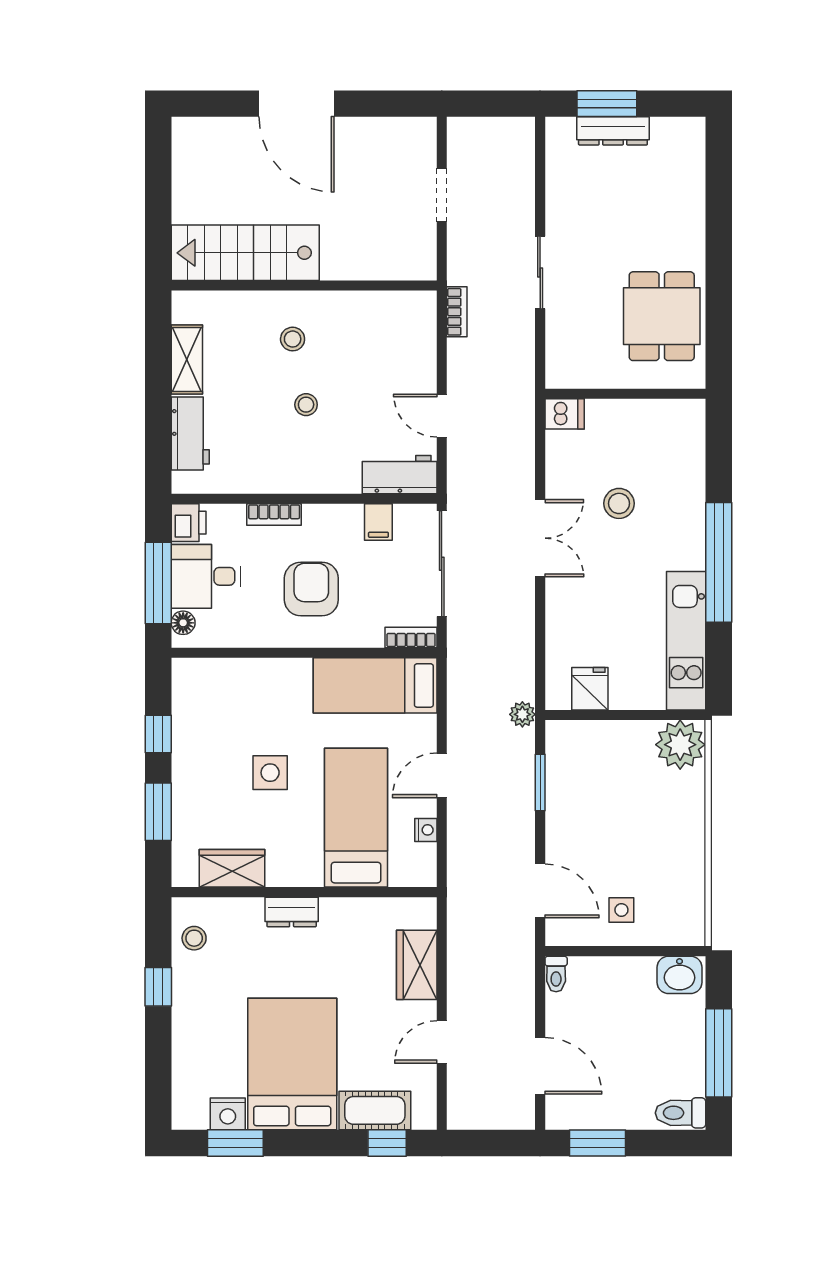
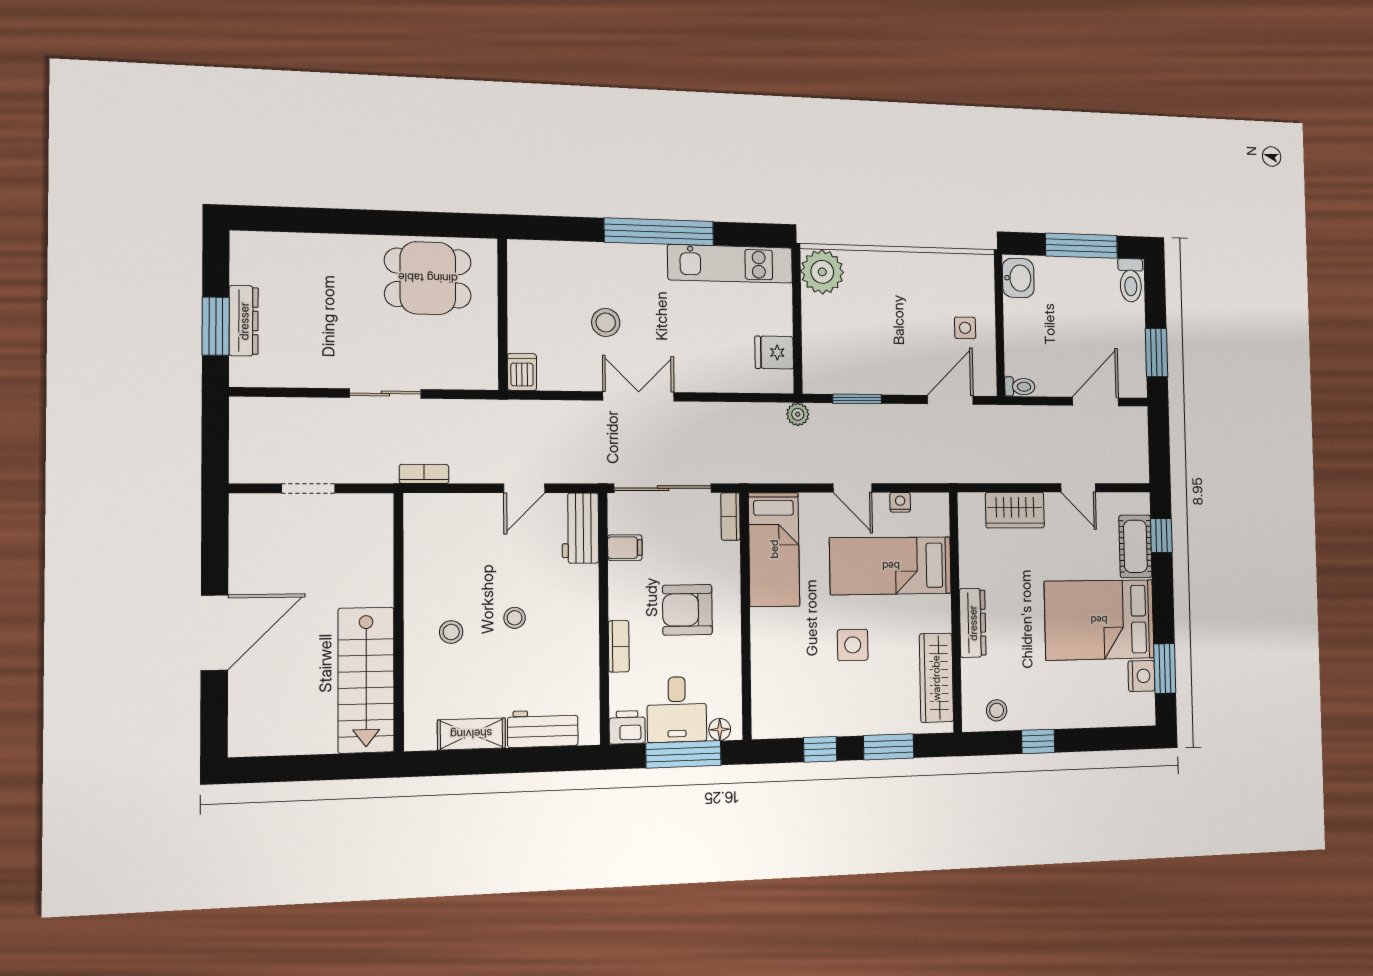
wardrobe: (232, 868) -> (936, 678), width x1.50
dresser: (292, 912) -> (973, 623), width x1.44

